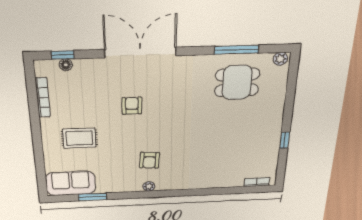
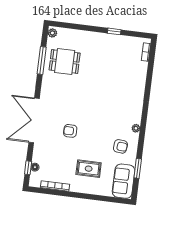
dining table: (237, 82) -> (65, 62), turned 90
rug: (79, 138) -> (89, 169), turned 90
armchair: (149, 160) -> (120, 146), moved

